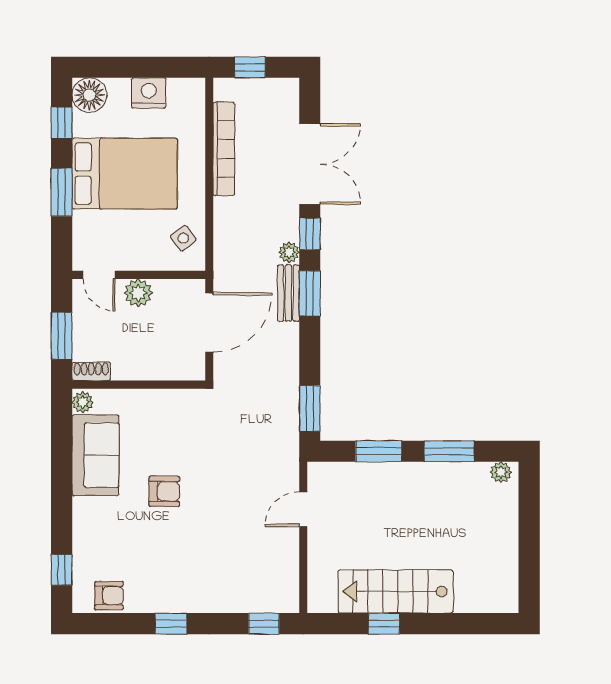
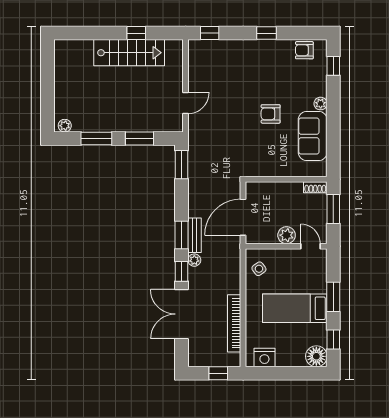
nightstand: (149, 93) -> (264, 358), moved
bed: (125, 174) -> (295, 308), width x0.67
plant: (83, 402) -> (321, 104), moved

